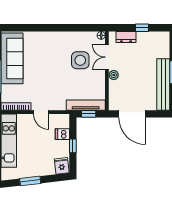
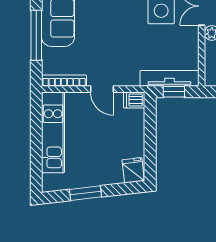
dishwasher: (62, 134) -> (134, 100), moved
window: (73, 146) -> (150, 140), removed

